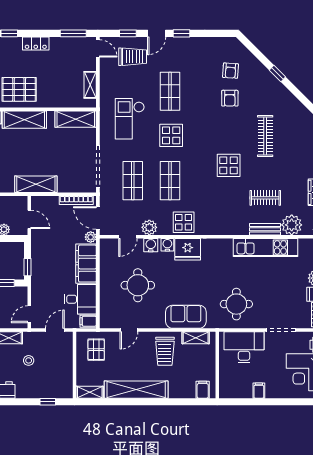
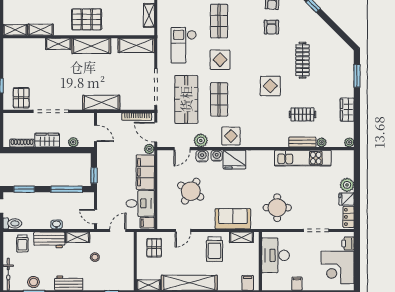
shop shelf: (133, 181) -> (186, 99), width x1.43, depth x1.36
plant: (292, 225) -> (322, 142), width x0.53, depth x0.53
round table: (138, 285) -> (191, 191), turned 31
door: (29, 314) -> (96, 217), hinge flipped
desk: (244, 347) -> (276, 255), moved, turned -90

